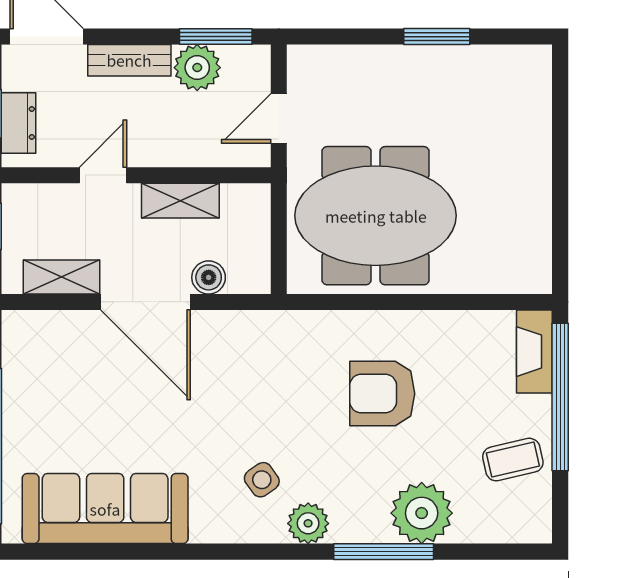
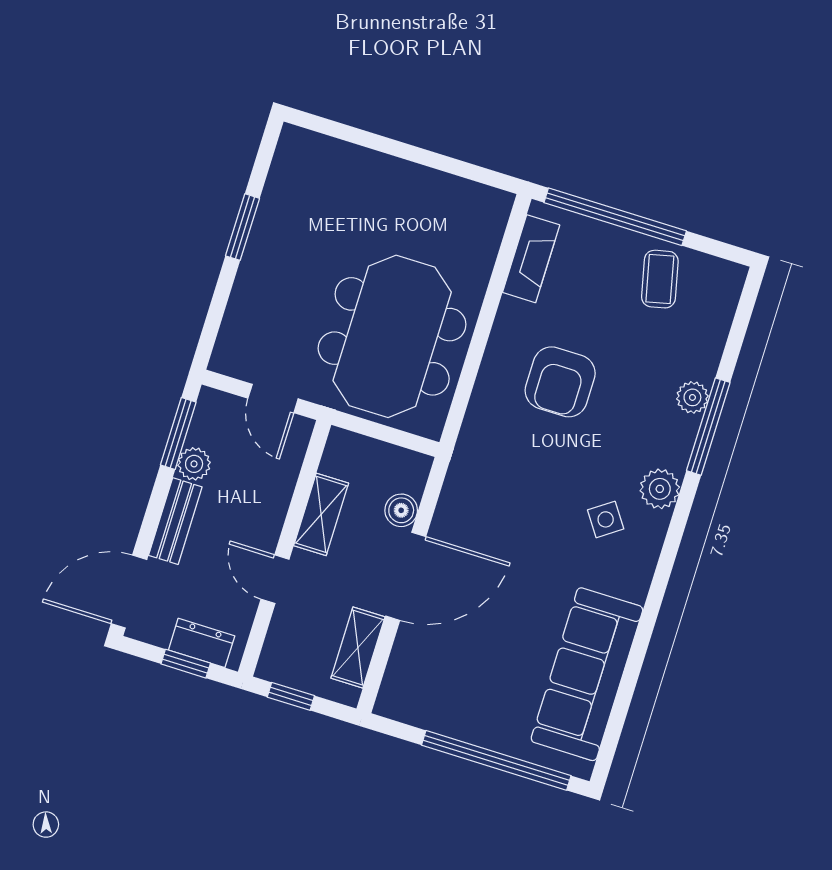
plant: (197, 68) -> (194, 464), width x0.73, depth x0.73
fireplace: (534, 352) -> (531, 259), moved, turned -90
plant: (422, 513) -> (692, 397), width x0.53, depth x0.53

